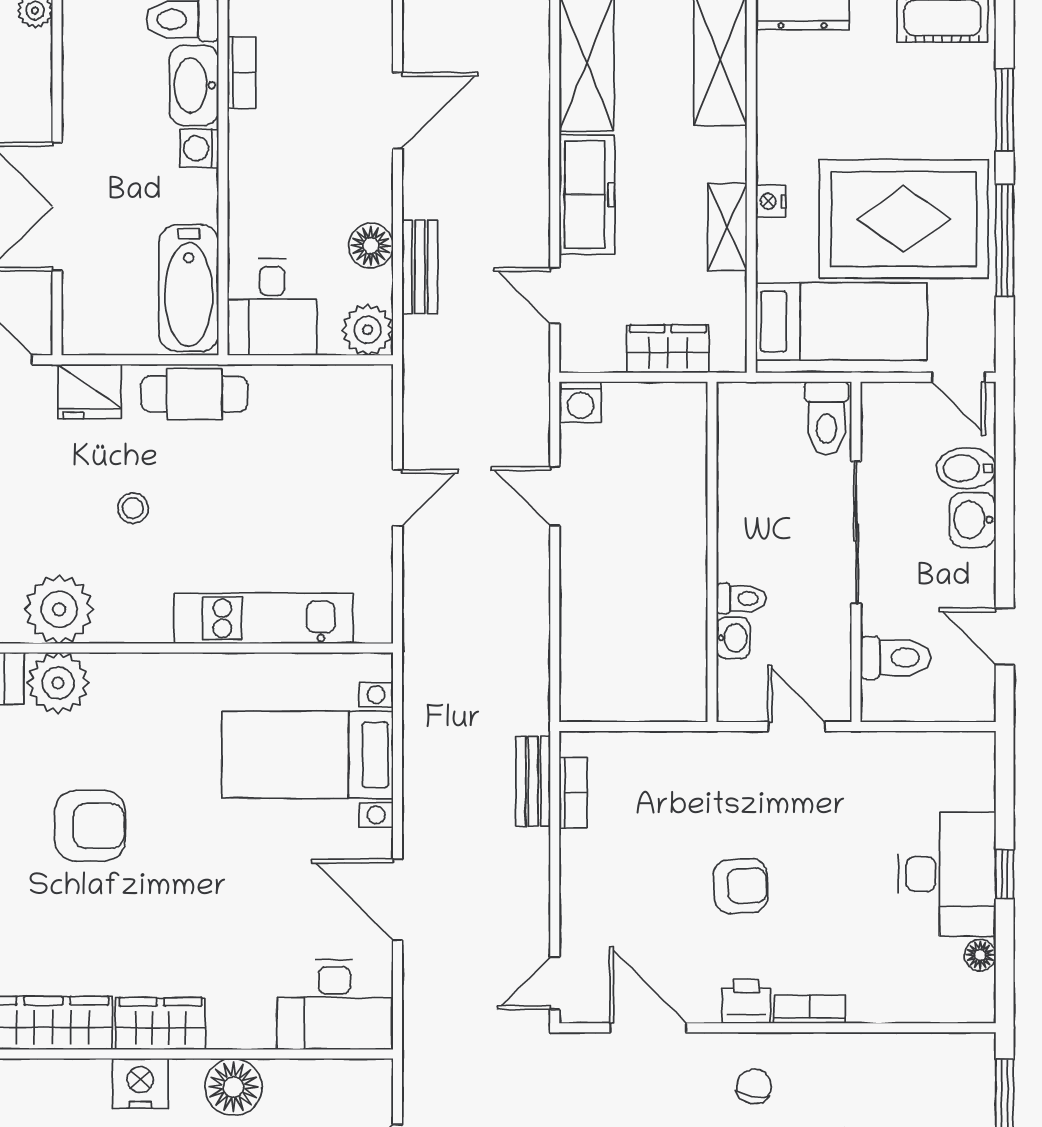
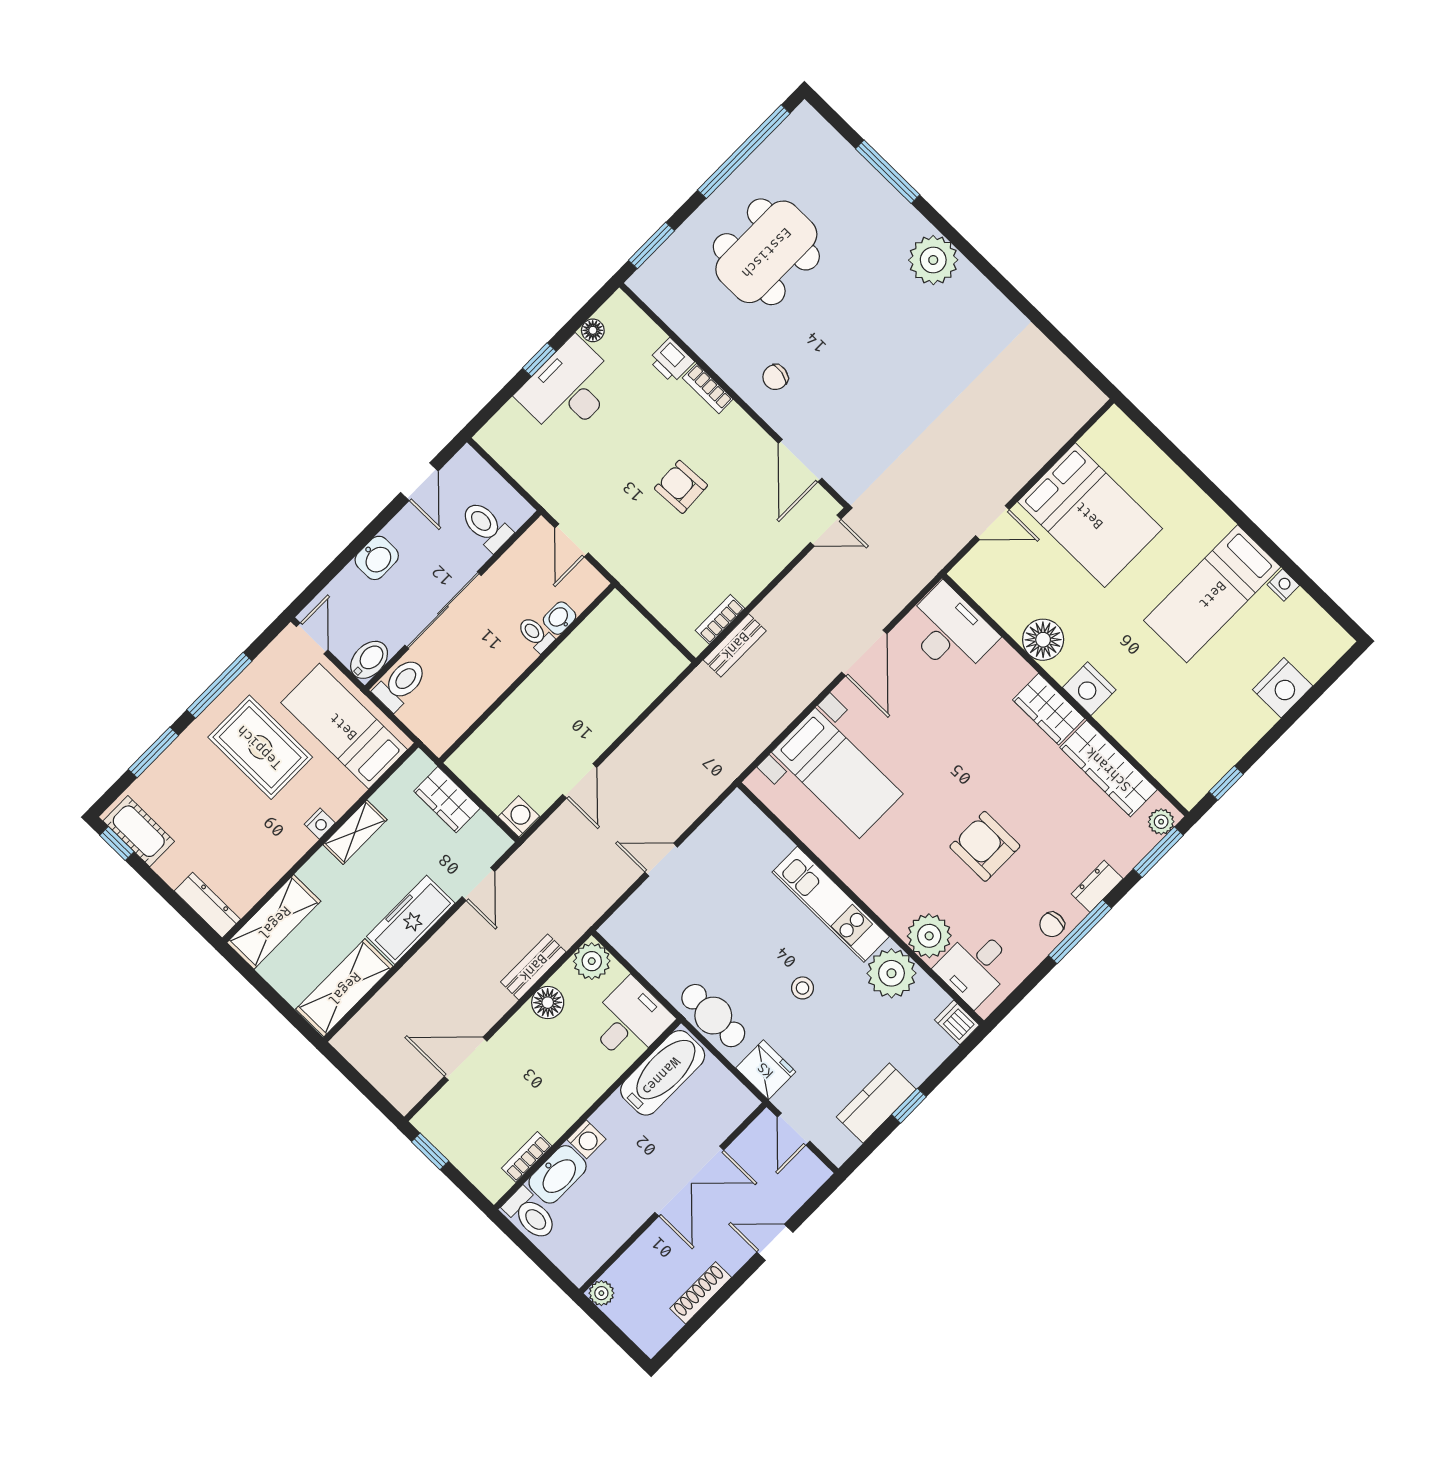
rug: (904, 219) -> (260, 747), width x0.73, depth x0.69
bidet: (966, 468) -> (369, 660), moved, turned -90
kitchen unit: (264, 618) -> (831, 904), moved
printer: (746, 1001) -> (671, 361), moved

